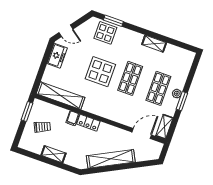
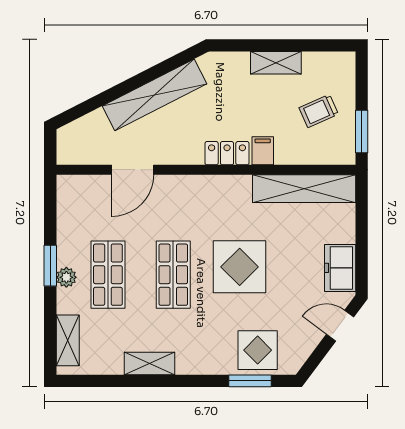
shelving: (164, 127) -> (68, 340), moved
door: (142, 134) -> (133, 170), moved

